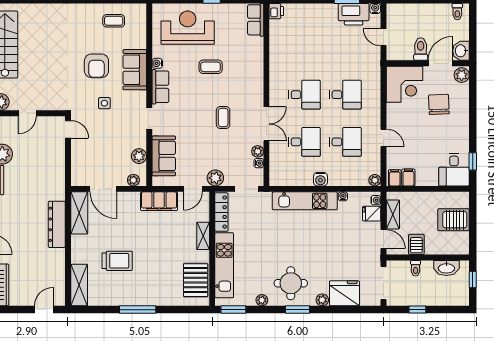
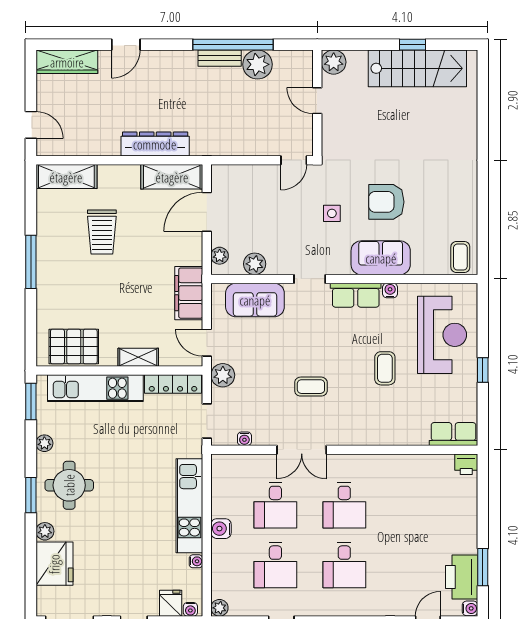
coffee table: (114, 21) -> (460, 257), moved
plant: (258, 151) -> (262, 437), removed

